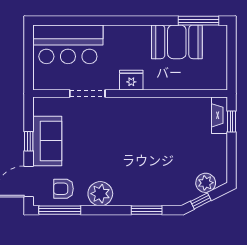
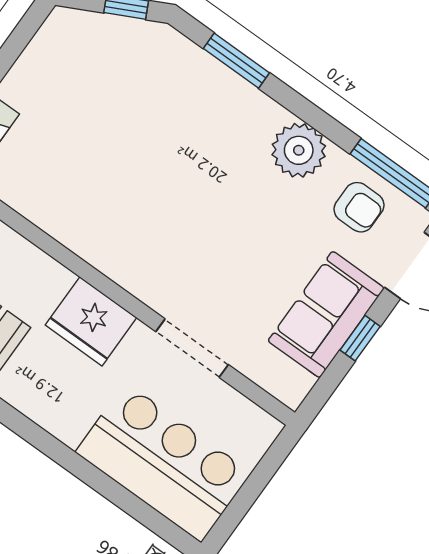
fridge: (131, 80) -> (91, 321), width x1.36, depth x1.34
plant: (206, 183) -> (94, 33), removed

